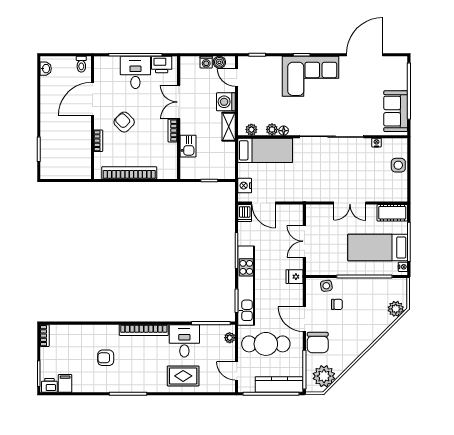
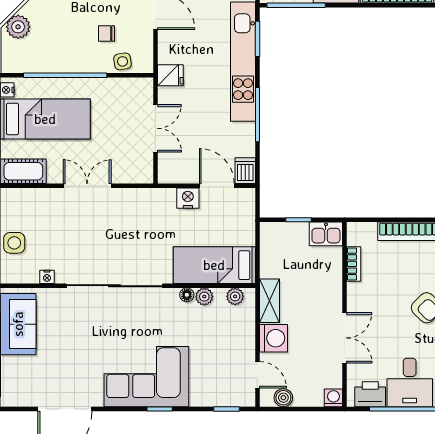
washing machine: (206, 62) -> (333, 398), moved
bookcase: (173, 131) -> (354, 264), moved
kitchen sink: (188, 146) -> (326, 234), moved, turned -90
nightstand: (245, 186) -> (188, 198), moved, turned -90

